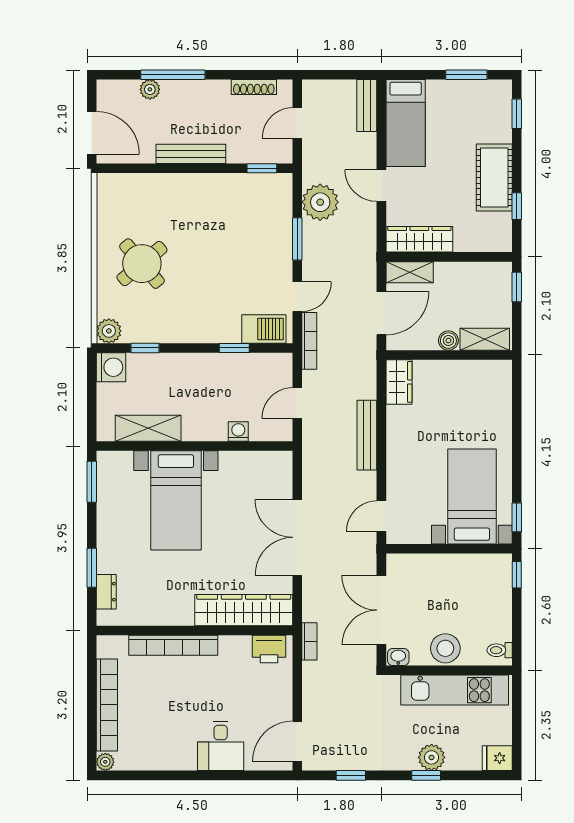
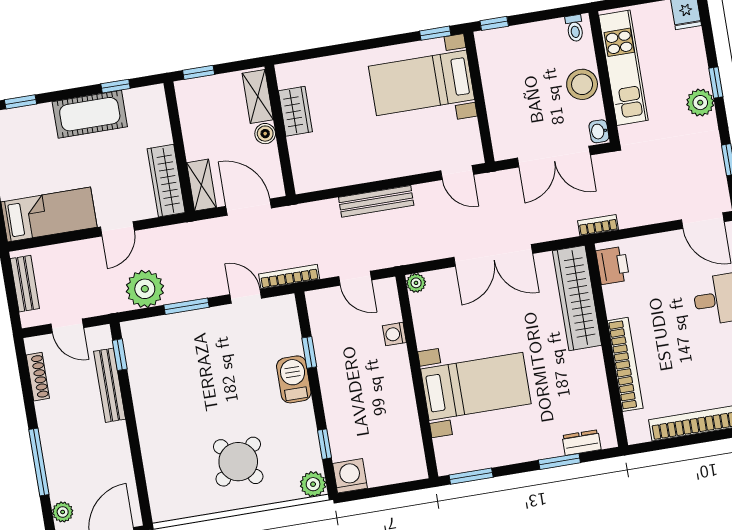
plant: (150, 89) -> (63, 512), moved
bench: (367, 105) -> (25, 284), moved, turned 90
bench: (191, 154) -> (110, 385), moved
barbecue: (264, 329) -> (294, 379), moved
wardrobe: (399, 382) -> (295, 111), moved, turned 90
shelving: (148, 428) -> (406, 427), removed
plant: (283, 460) -> (416, 283), added
plant: (432, 757) -> (700, 103), moved

